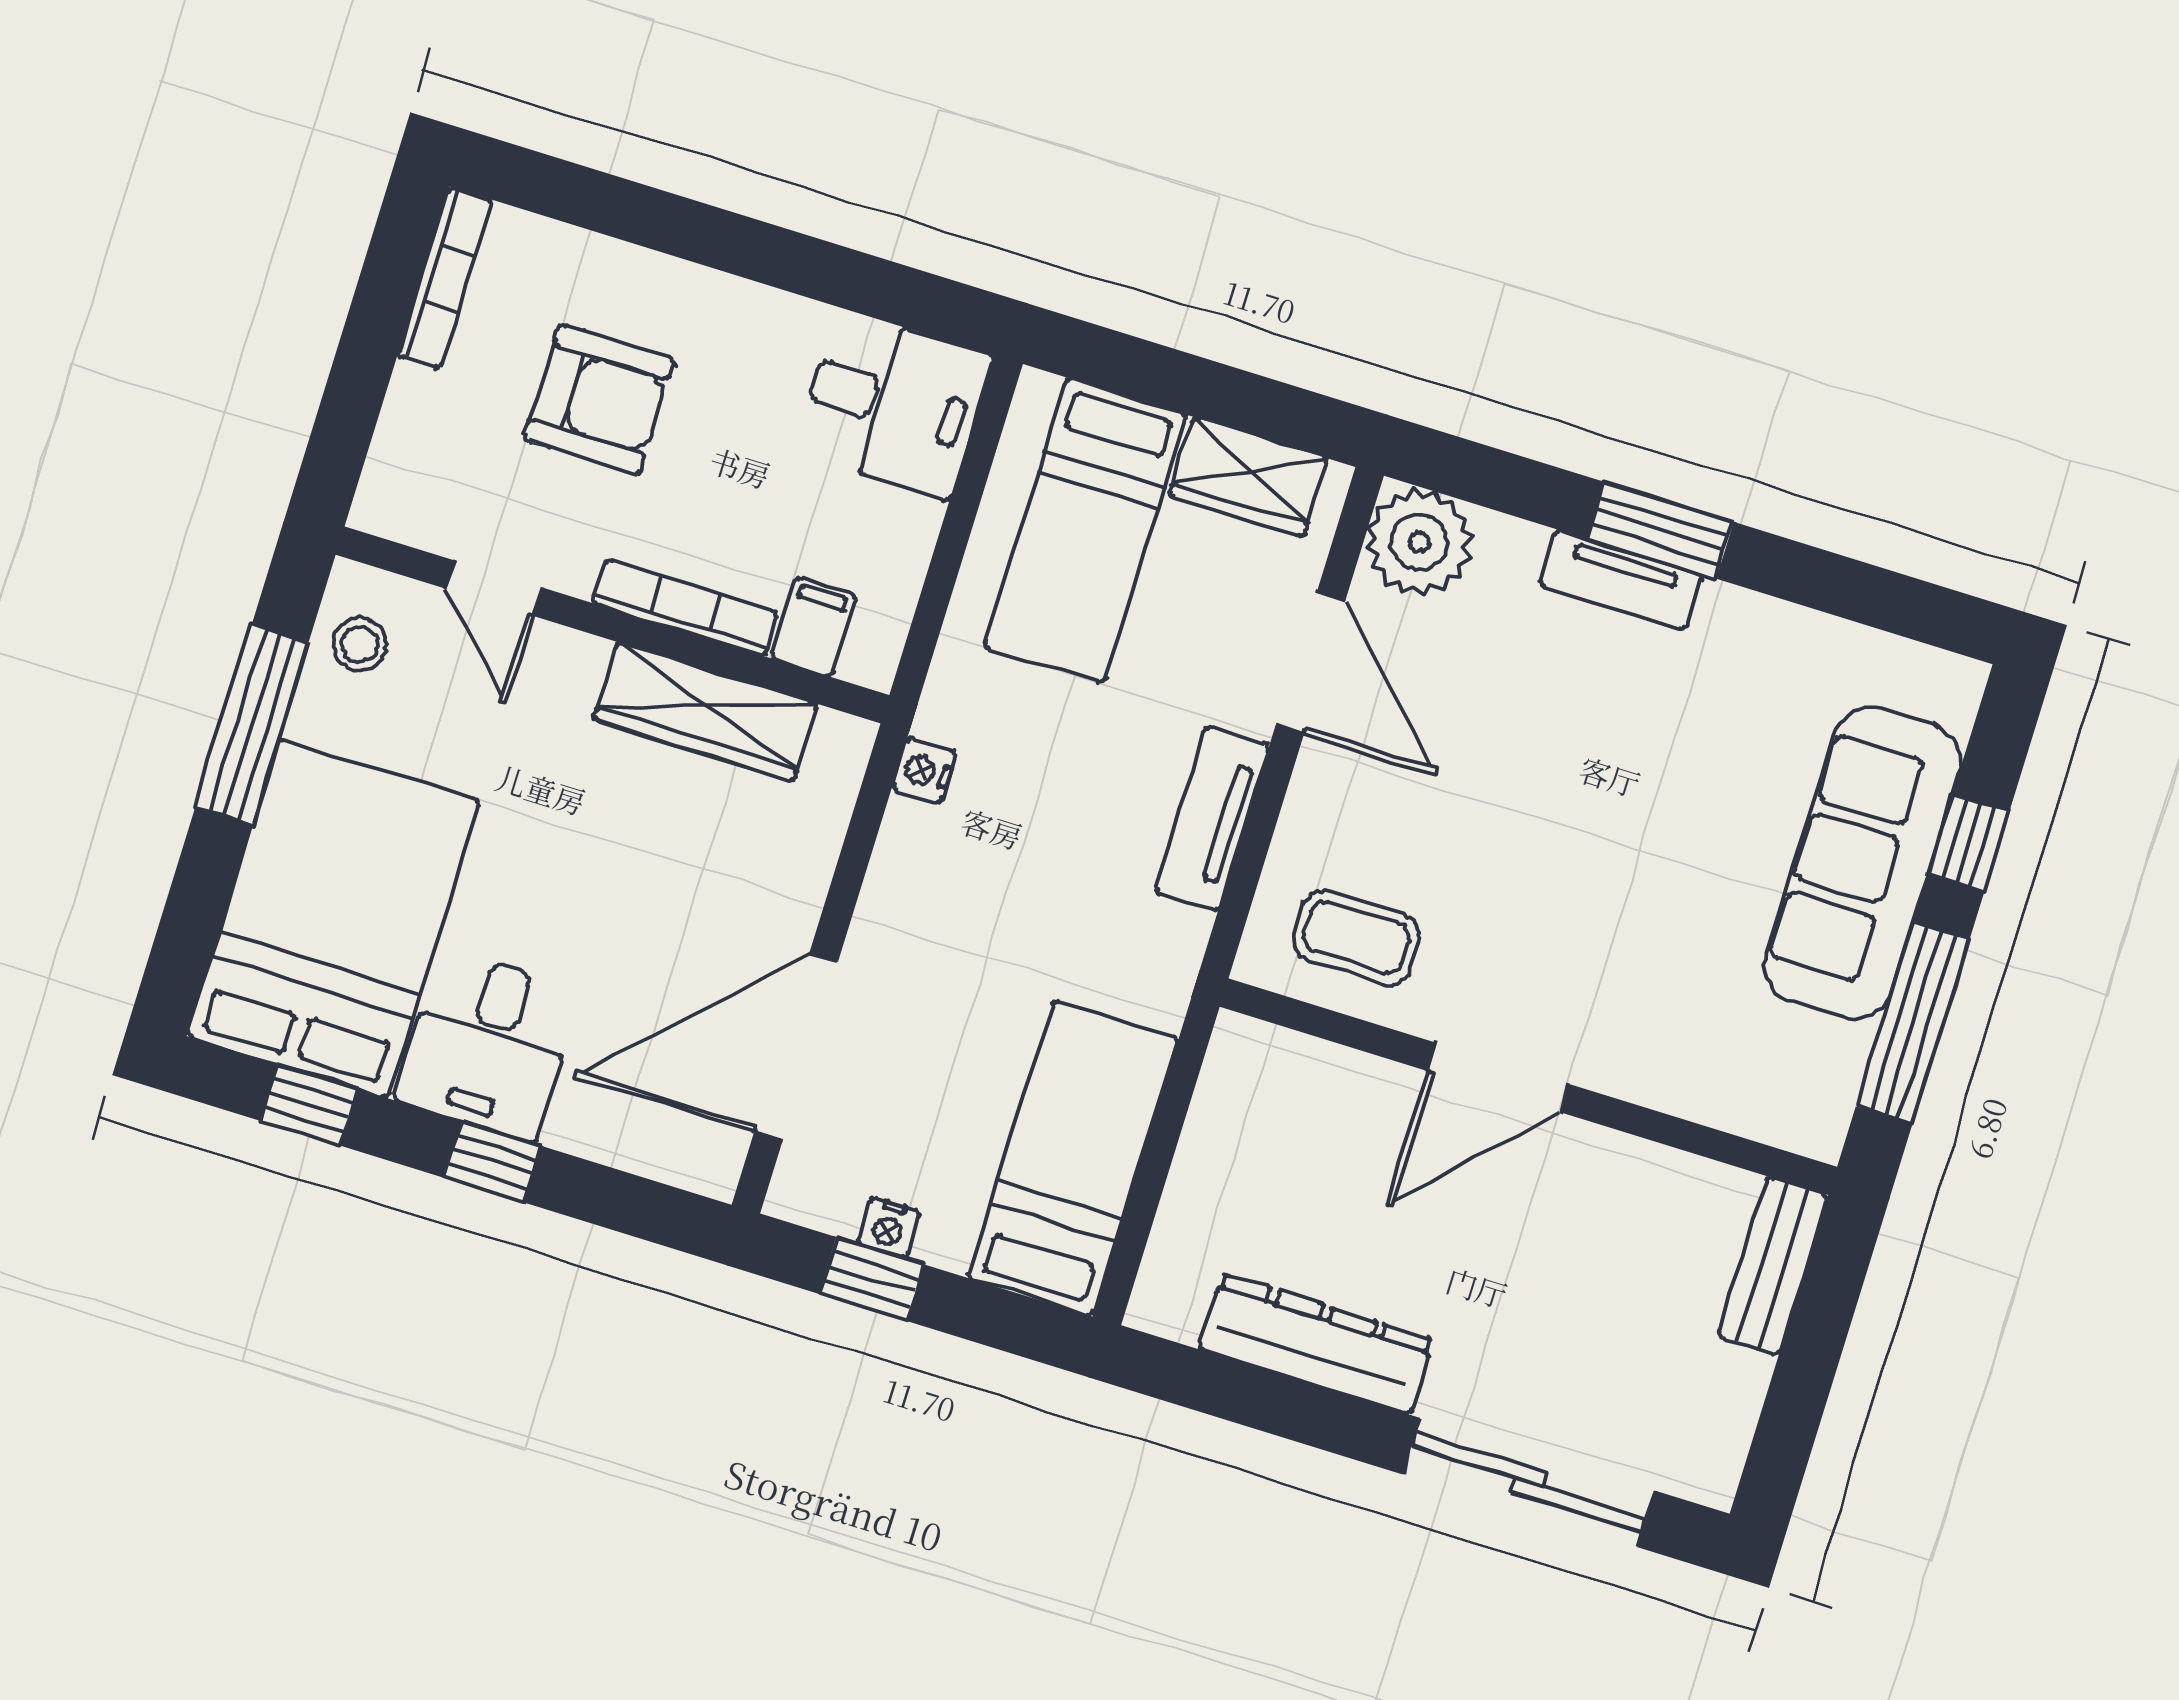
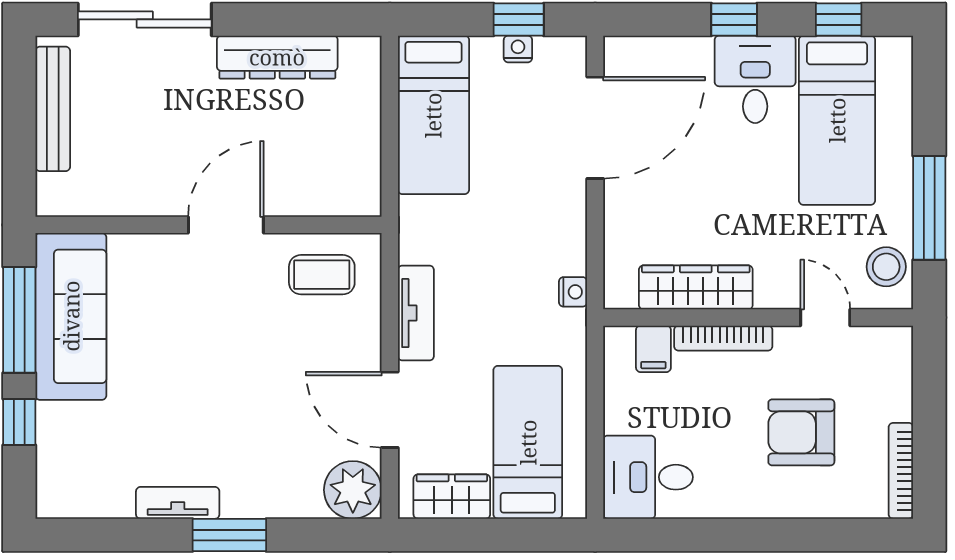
tv unit: (1621, 580) -> (178, 503), moved
stool: (360, 644) -> (886, 267), width x1.37, depth x1.37
sofa: (1863, 863) -> (71, 316), moved
bed: (333, 918) -> (837, 120), width x0.67
bench: (1773, 1266) -> (53, 109), moved, width x1.36

